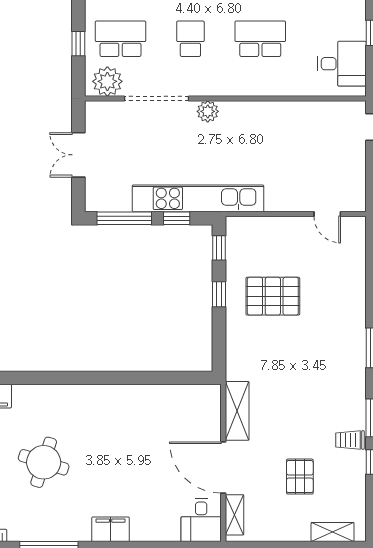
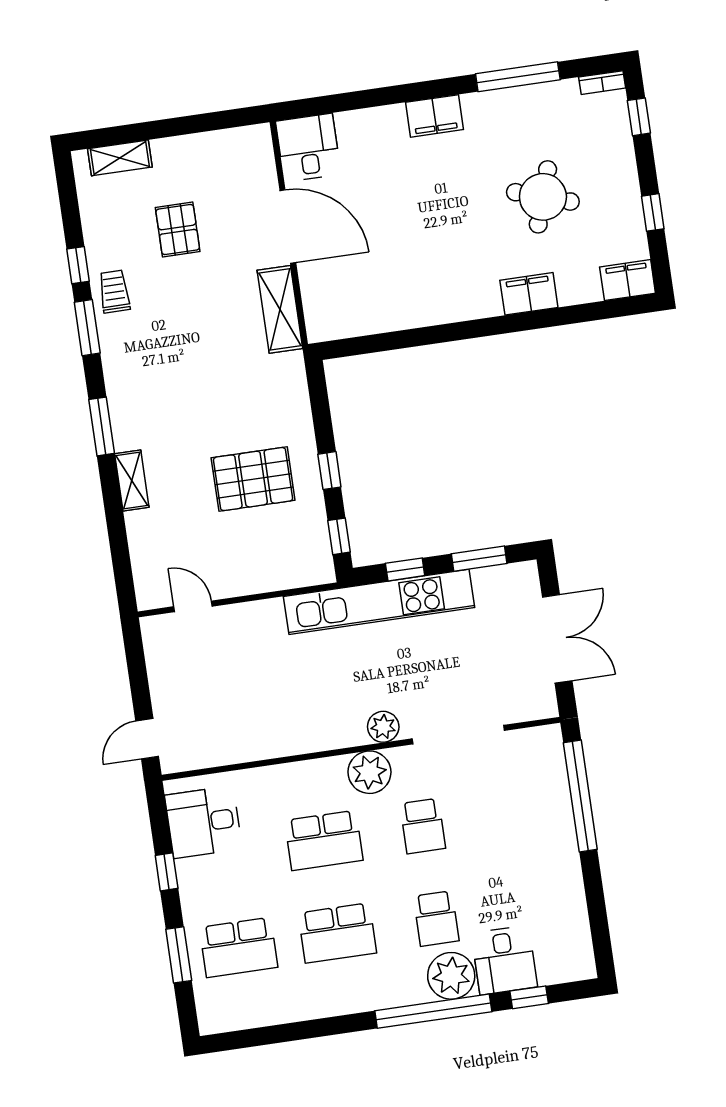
school desk: (121, 39) -> (522, 812), removed
window: (78, 44) -> (580, 796), width x3.17
plant: (107, 81) -> (369, 772), moved
double door: (78, 155) -> (557, 639), width x1.37
window: (124, 218) -> (479, 559), width x0.69
filing cabinet: (63, 397) -> (529, 294), added
trolley: (350, 440) -> (114, 292), turned -90
shelving: (234, 515) -> (132, 480), moved

